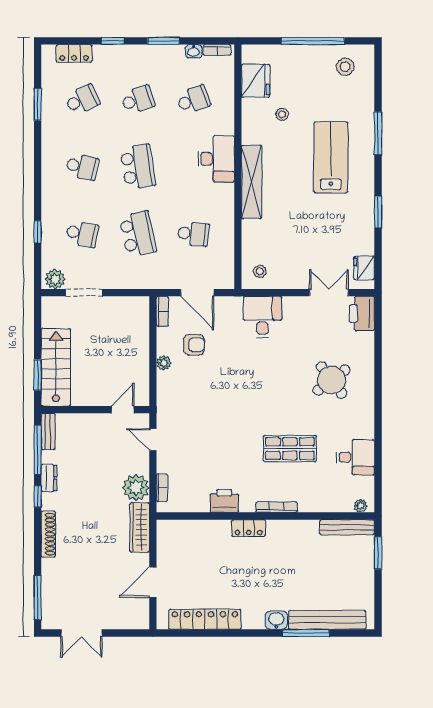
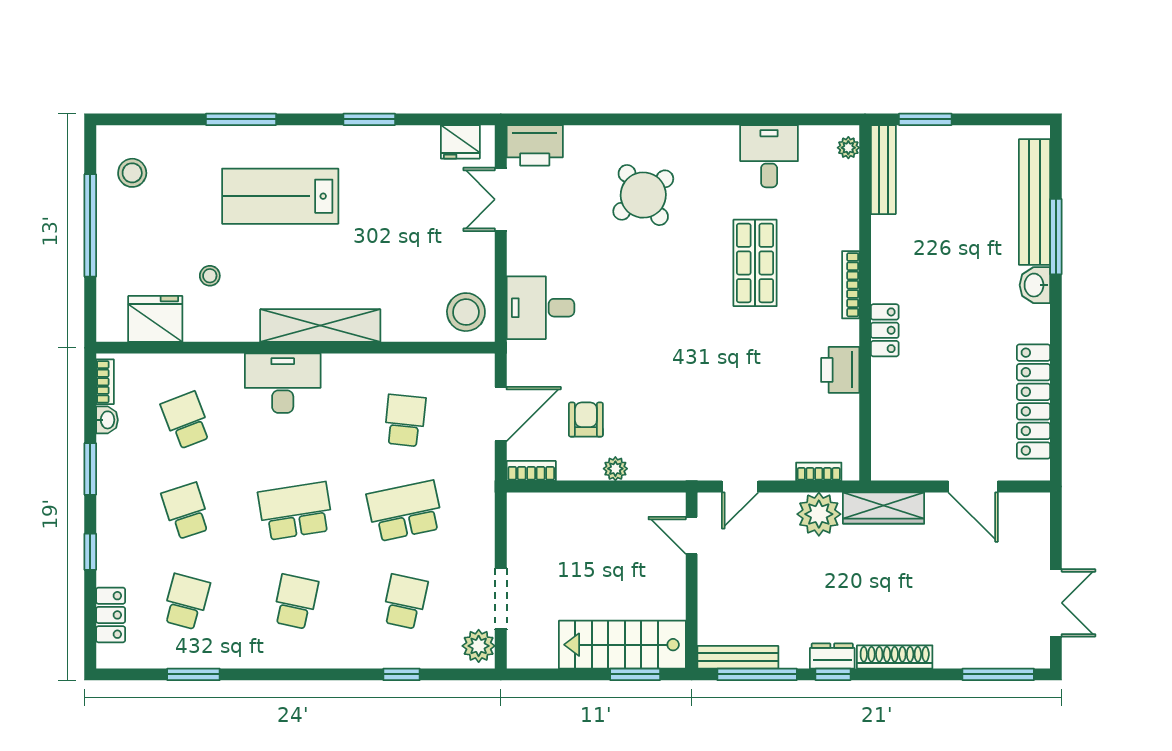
school desk: (82, 100) -> (186, 602), turned 39
stool: (260, 271) -> (466, 312), width x1.89, depth x1.89
bench: (48, 431) -> (738, 657), width x1.36
dresser: (49, 478) -> (832, 656), moved

